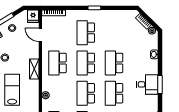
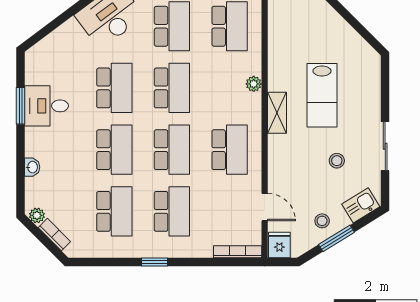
school desk: (114, 33) -> (114, 211), added
shelving: (34, 69) -> (277, 113), moved

